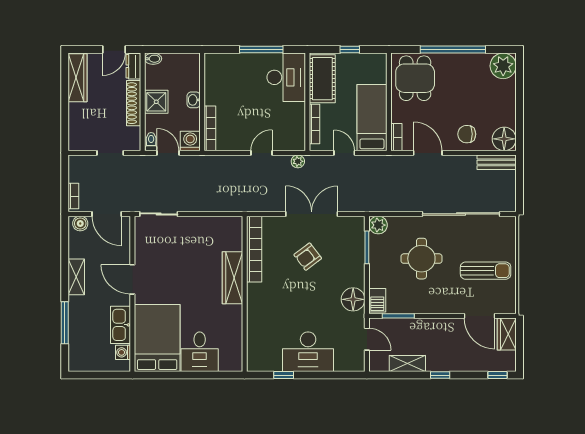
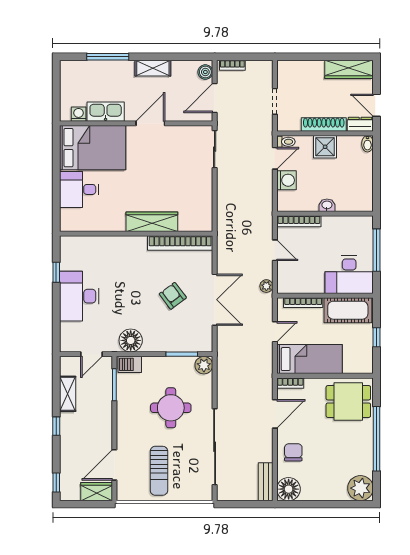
washbasin: (194, 100) -> (327, 205), moved
wall: (202, 102) -> (325, 214), moved
bookcase: (210, 128) -> (299, 221), moved

